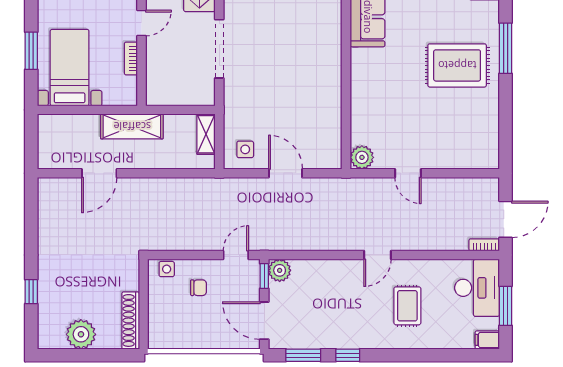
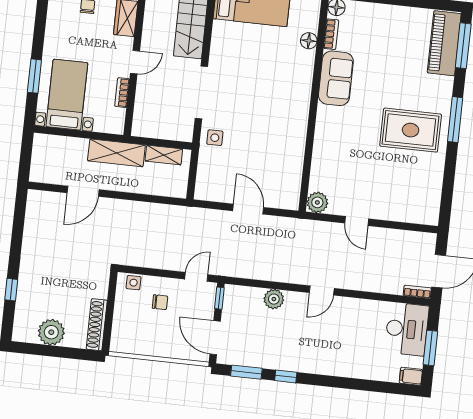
shelving: (206, 134) -> (164, 155), moved, turned 90
side table: (245, 149) -> (215, 138), moved
plant: (280, 270) -> (274, 299), moved
rug: (407, 306) -> (343, 338), removed

